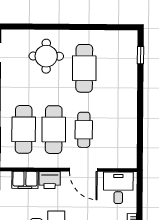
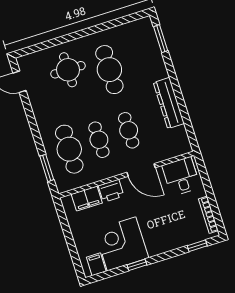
window: (141, 55) -> (161, 39), width x1.50
dresser: (129, 117) -> (169, 103), added
cafe table: (54, 130) -> (99, 140), width x0.73, depth x0.74

